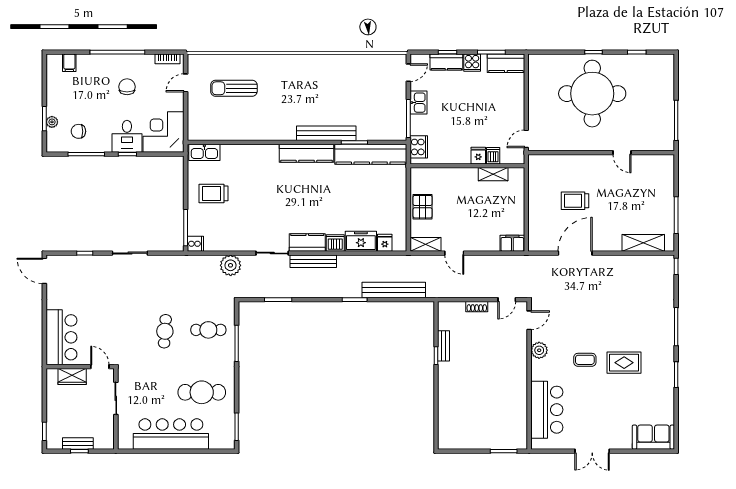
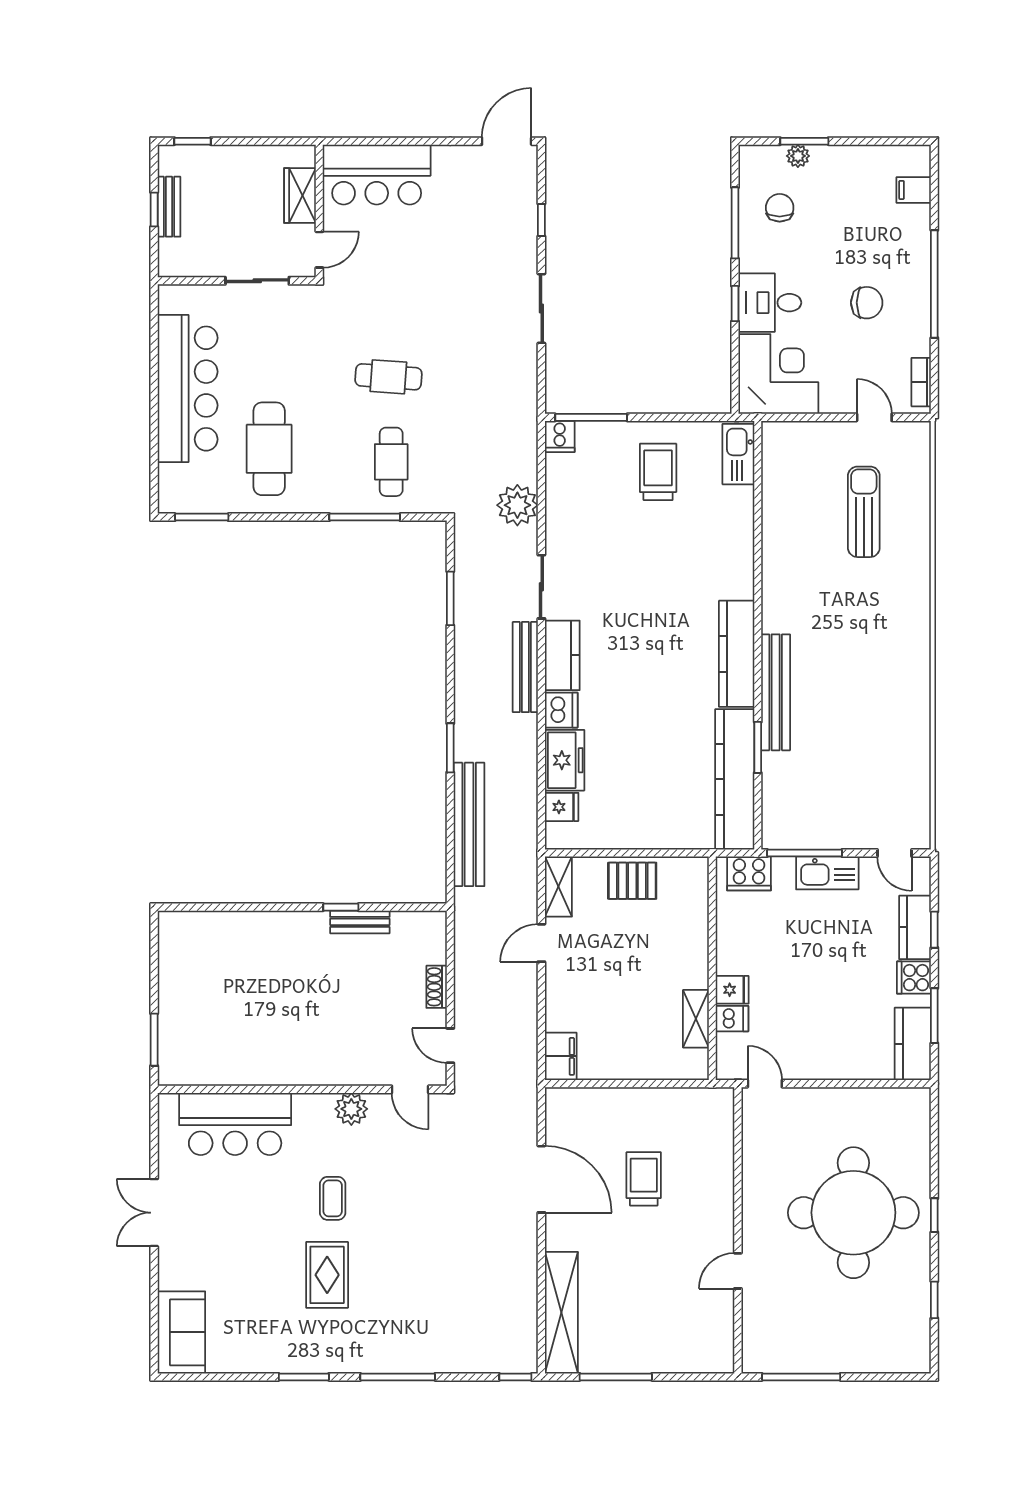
kitchen sink: (419, 103) -> (827, 873), width x1.38
shelving: (643, 243) -> (561, 1313), width x1.47

